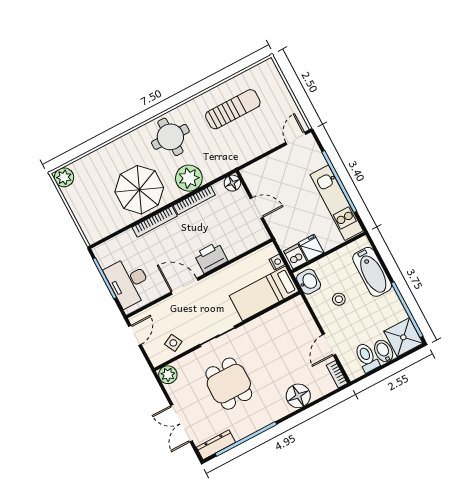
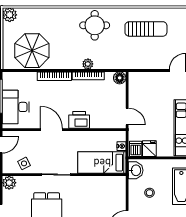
plant: (189, 178) -> (88, 64), width x0.53, depth x0.53
parasol: (139, 190) -> (32, 51), moved
door: (257, 208) -> (127, 116), moved

